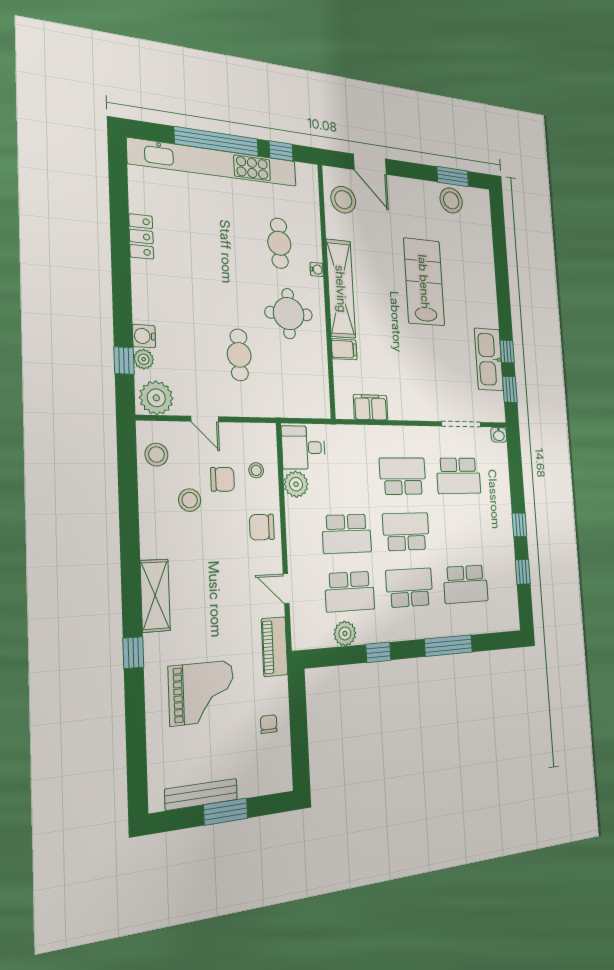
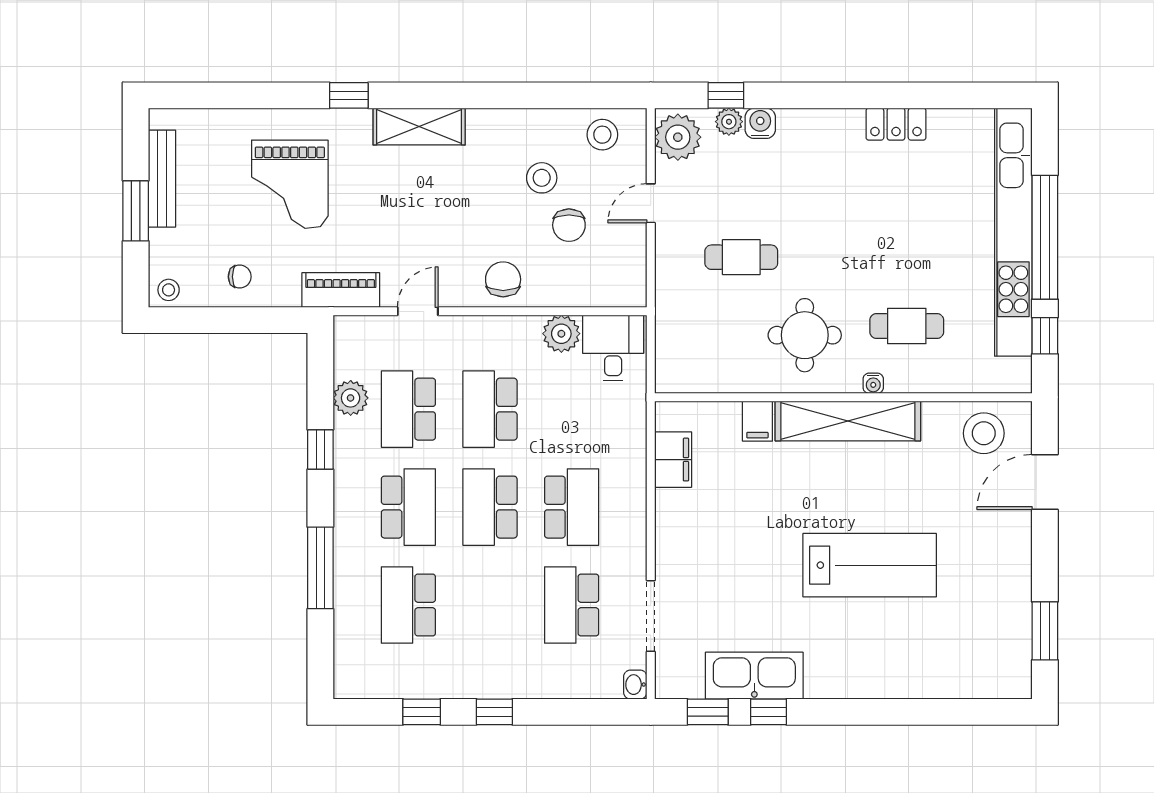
stool: (451, 200) -> (1005, 625), removed
stool: (256, 470) -> (169, 290), moved
school desk: (406, 532) -> (490, 507), turned 180

